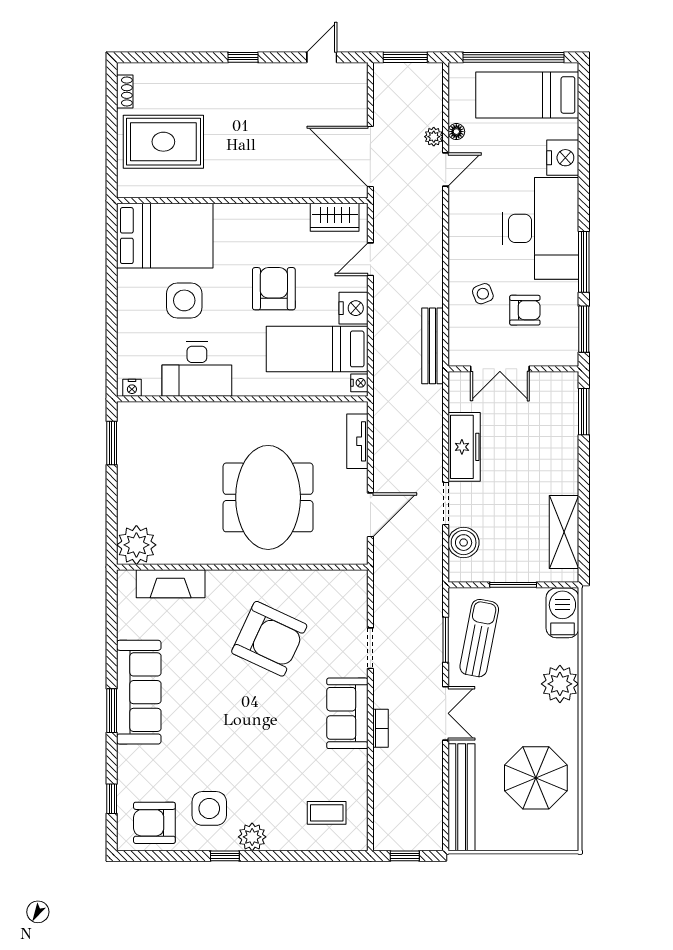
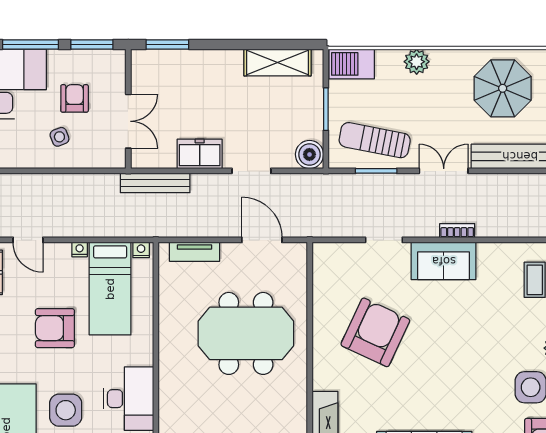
nightstand: (353, 308) -> (80, 249), width x0.53, depth x0.56
bench: (433, 346) -> (155, 183), moved
freezer: (464, 447) -> (200, 154), width x0.71
boiler: (464, 543) -> (309, 154), moved
plant: (560, 684) -> (417, 62), width x0.73, depth x0.73

